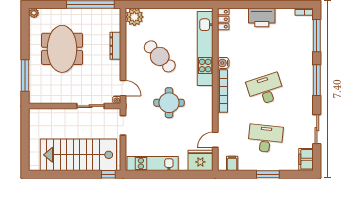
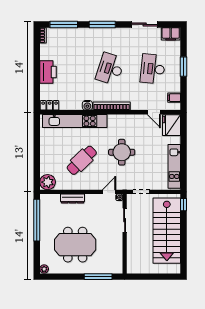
desk: (265, 89) -> (110, 69), turned 36

